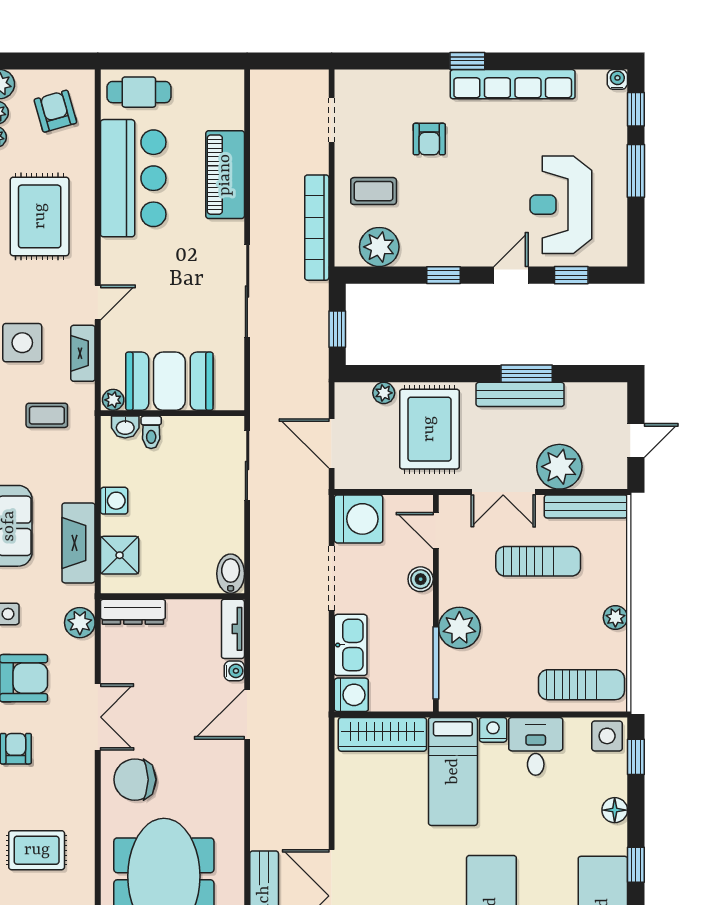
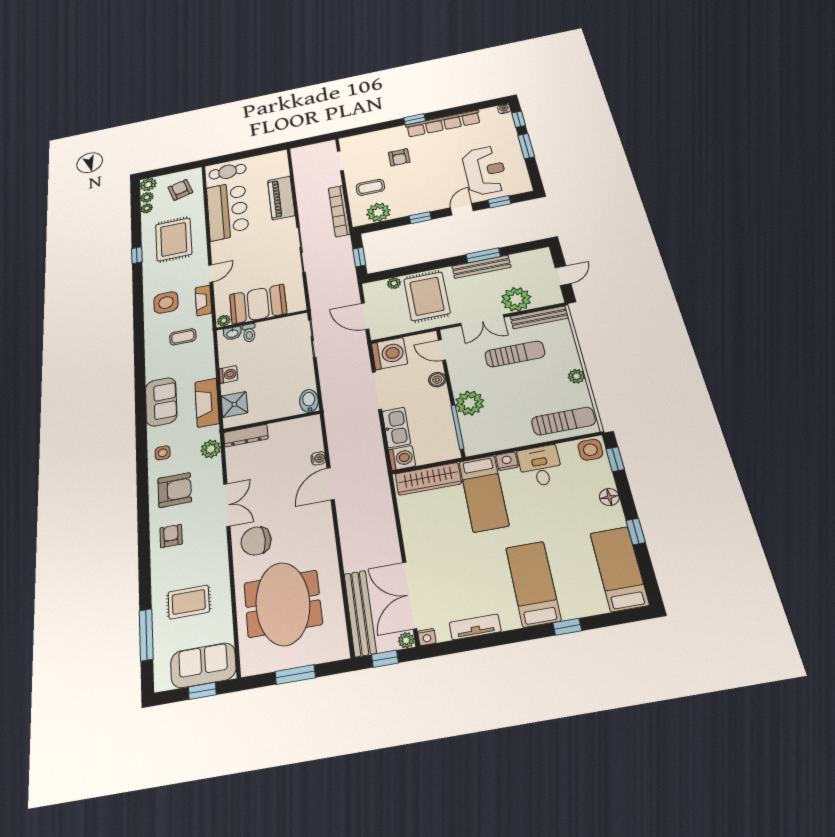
reception desk: (561, 205) -> (485, 170), turned 180
tv unit: (233, 629) -> (314, 433), removed

